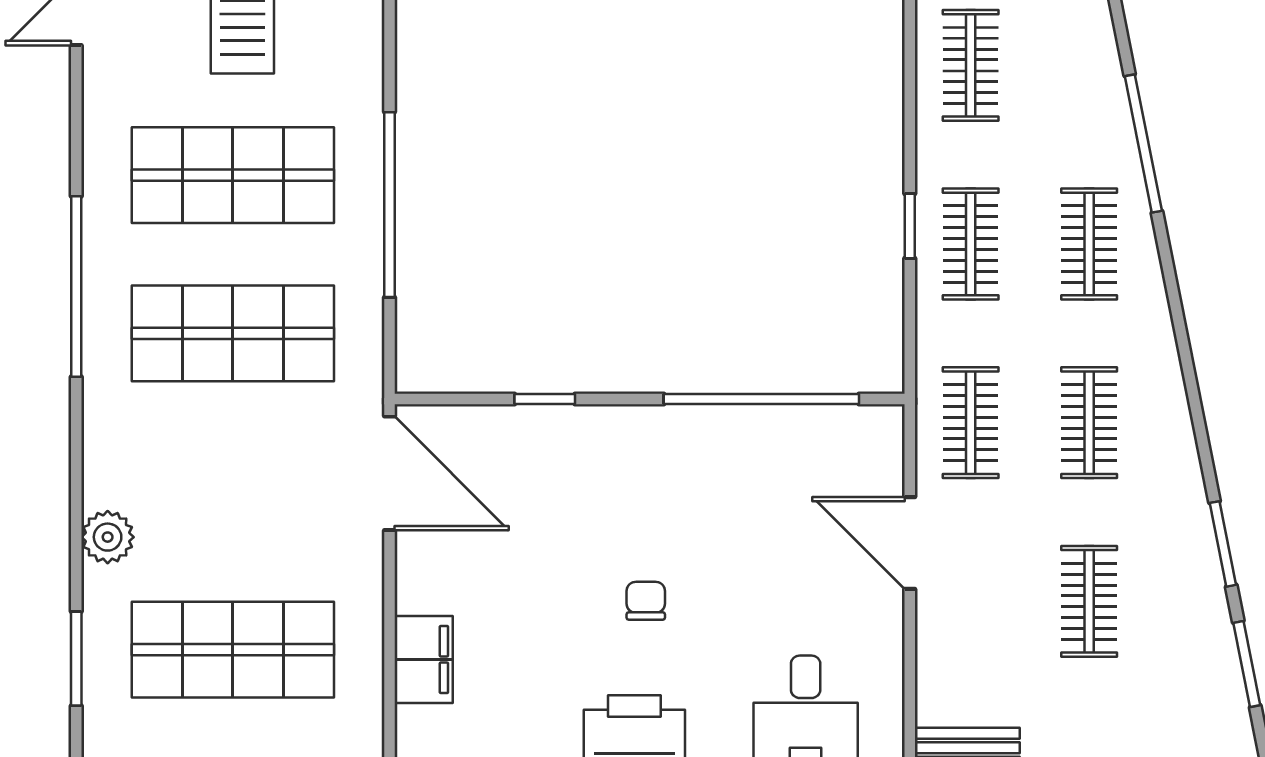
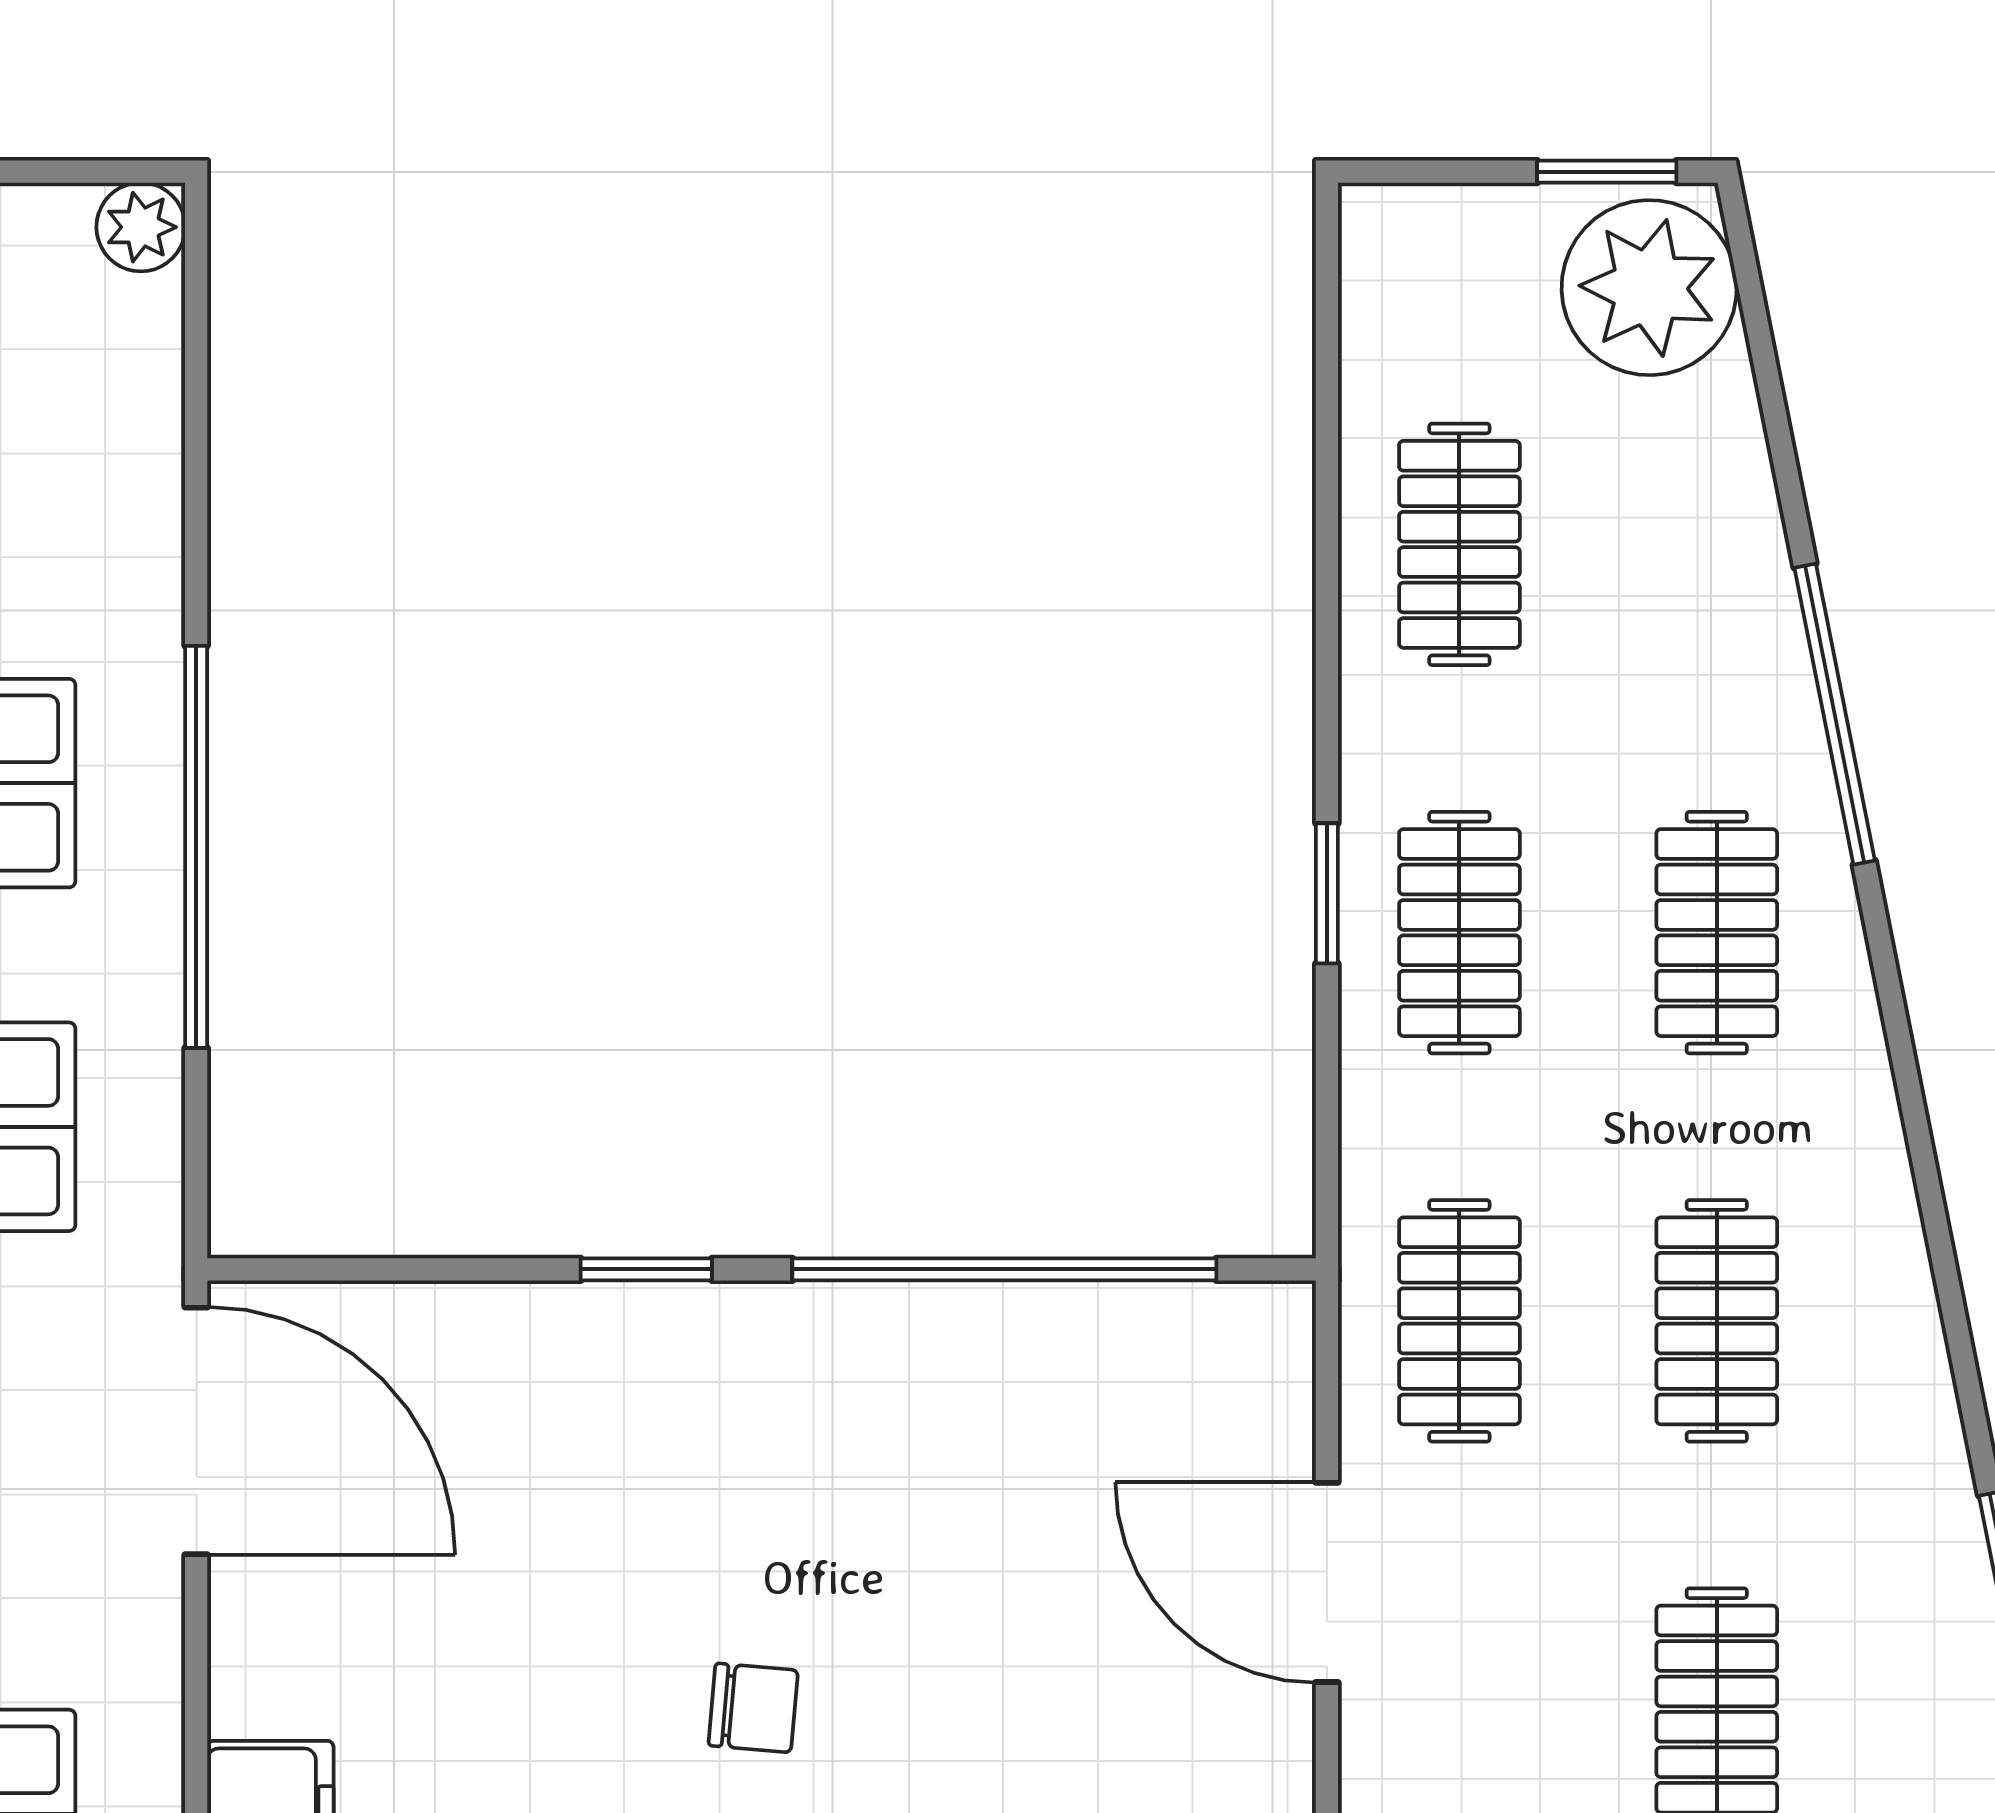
window: (545, 399) -> (646, 1269), moved
chair: (646, 601) -> (753, 1708), turned 95

